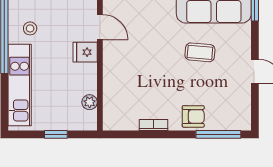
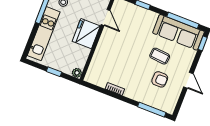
fridge: (85, 52) -> (86, 34), width x1.88, depth x1.34
plant: (90, 102) -> (77, 73), moved
armchair: (193, 116) -> (160, 79), moved

